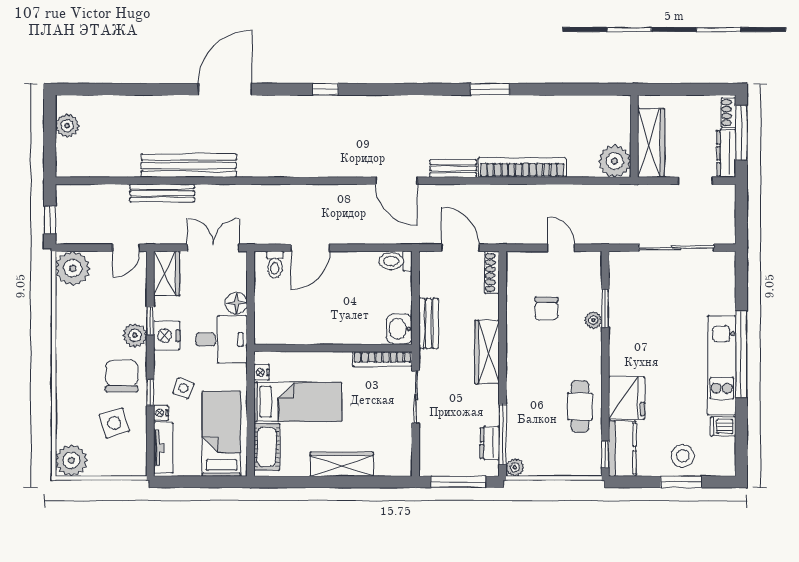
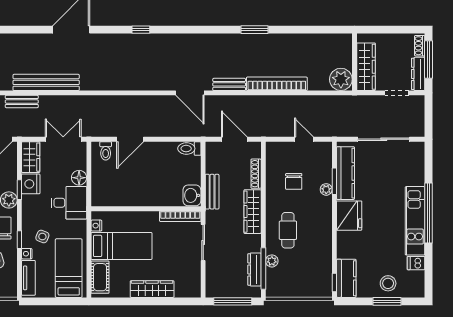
bench: (162, 193) -> (22, 102), width x0.73
shoe rack: (492, 272) -> (256, 174), moved
kitchen counter: (621, 297) -> (345, 173), added
nightstand: (167, 336) -> (31, 184), moved
fridge: (627, 398) -> (349, 216), moved
cafe table: (580, 406) -> (288, 230), moved
dresser: (490, 443) -> (254, 269), width x1.44
plant: (515, 467) -> (272, 261), moved

